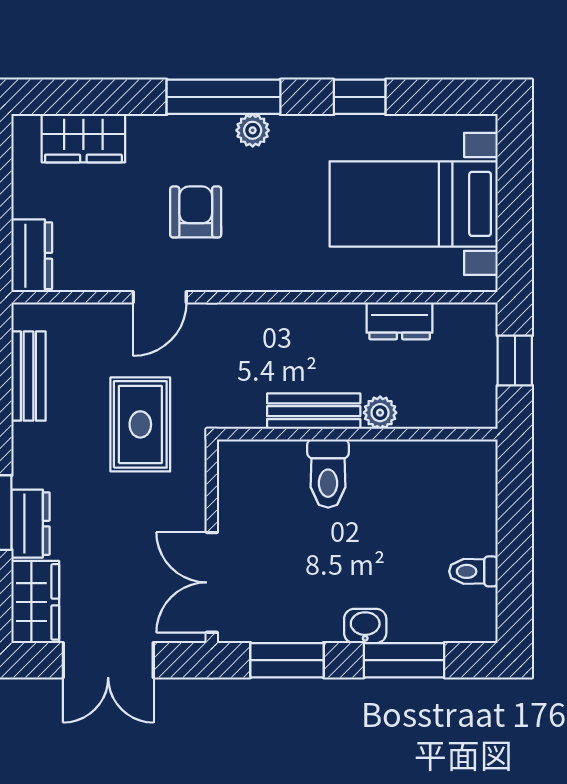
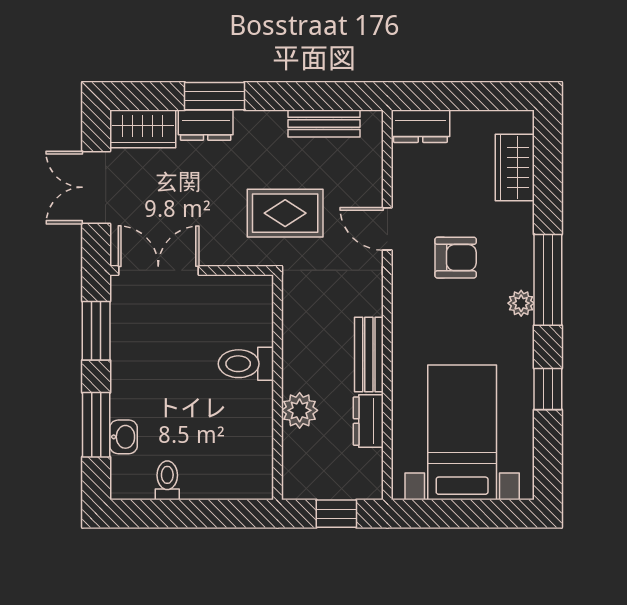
bench: (314, 411) -> (369, 355), moved
plant: (380, 413) -> (300, 410), width x1.38, depth x1.38
washbasin: (365, 626) -> (124, 437), moved

